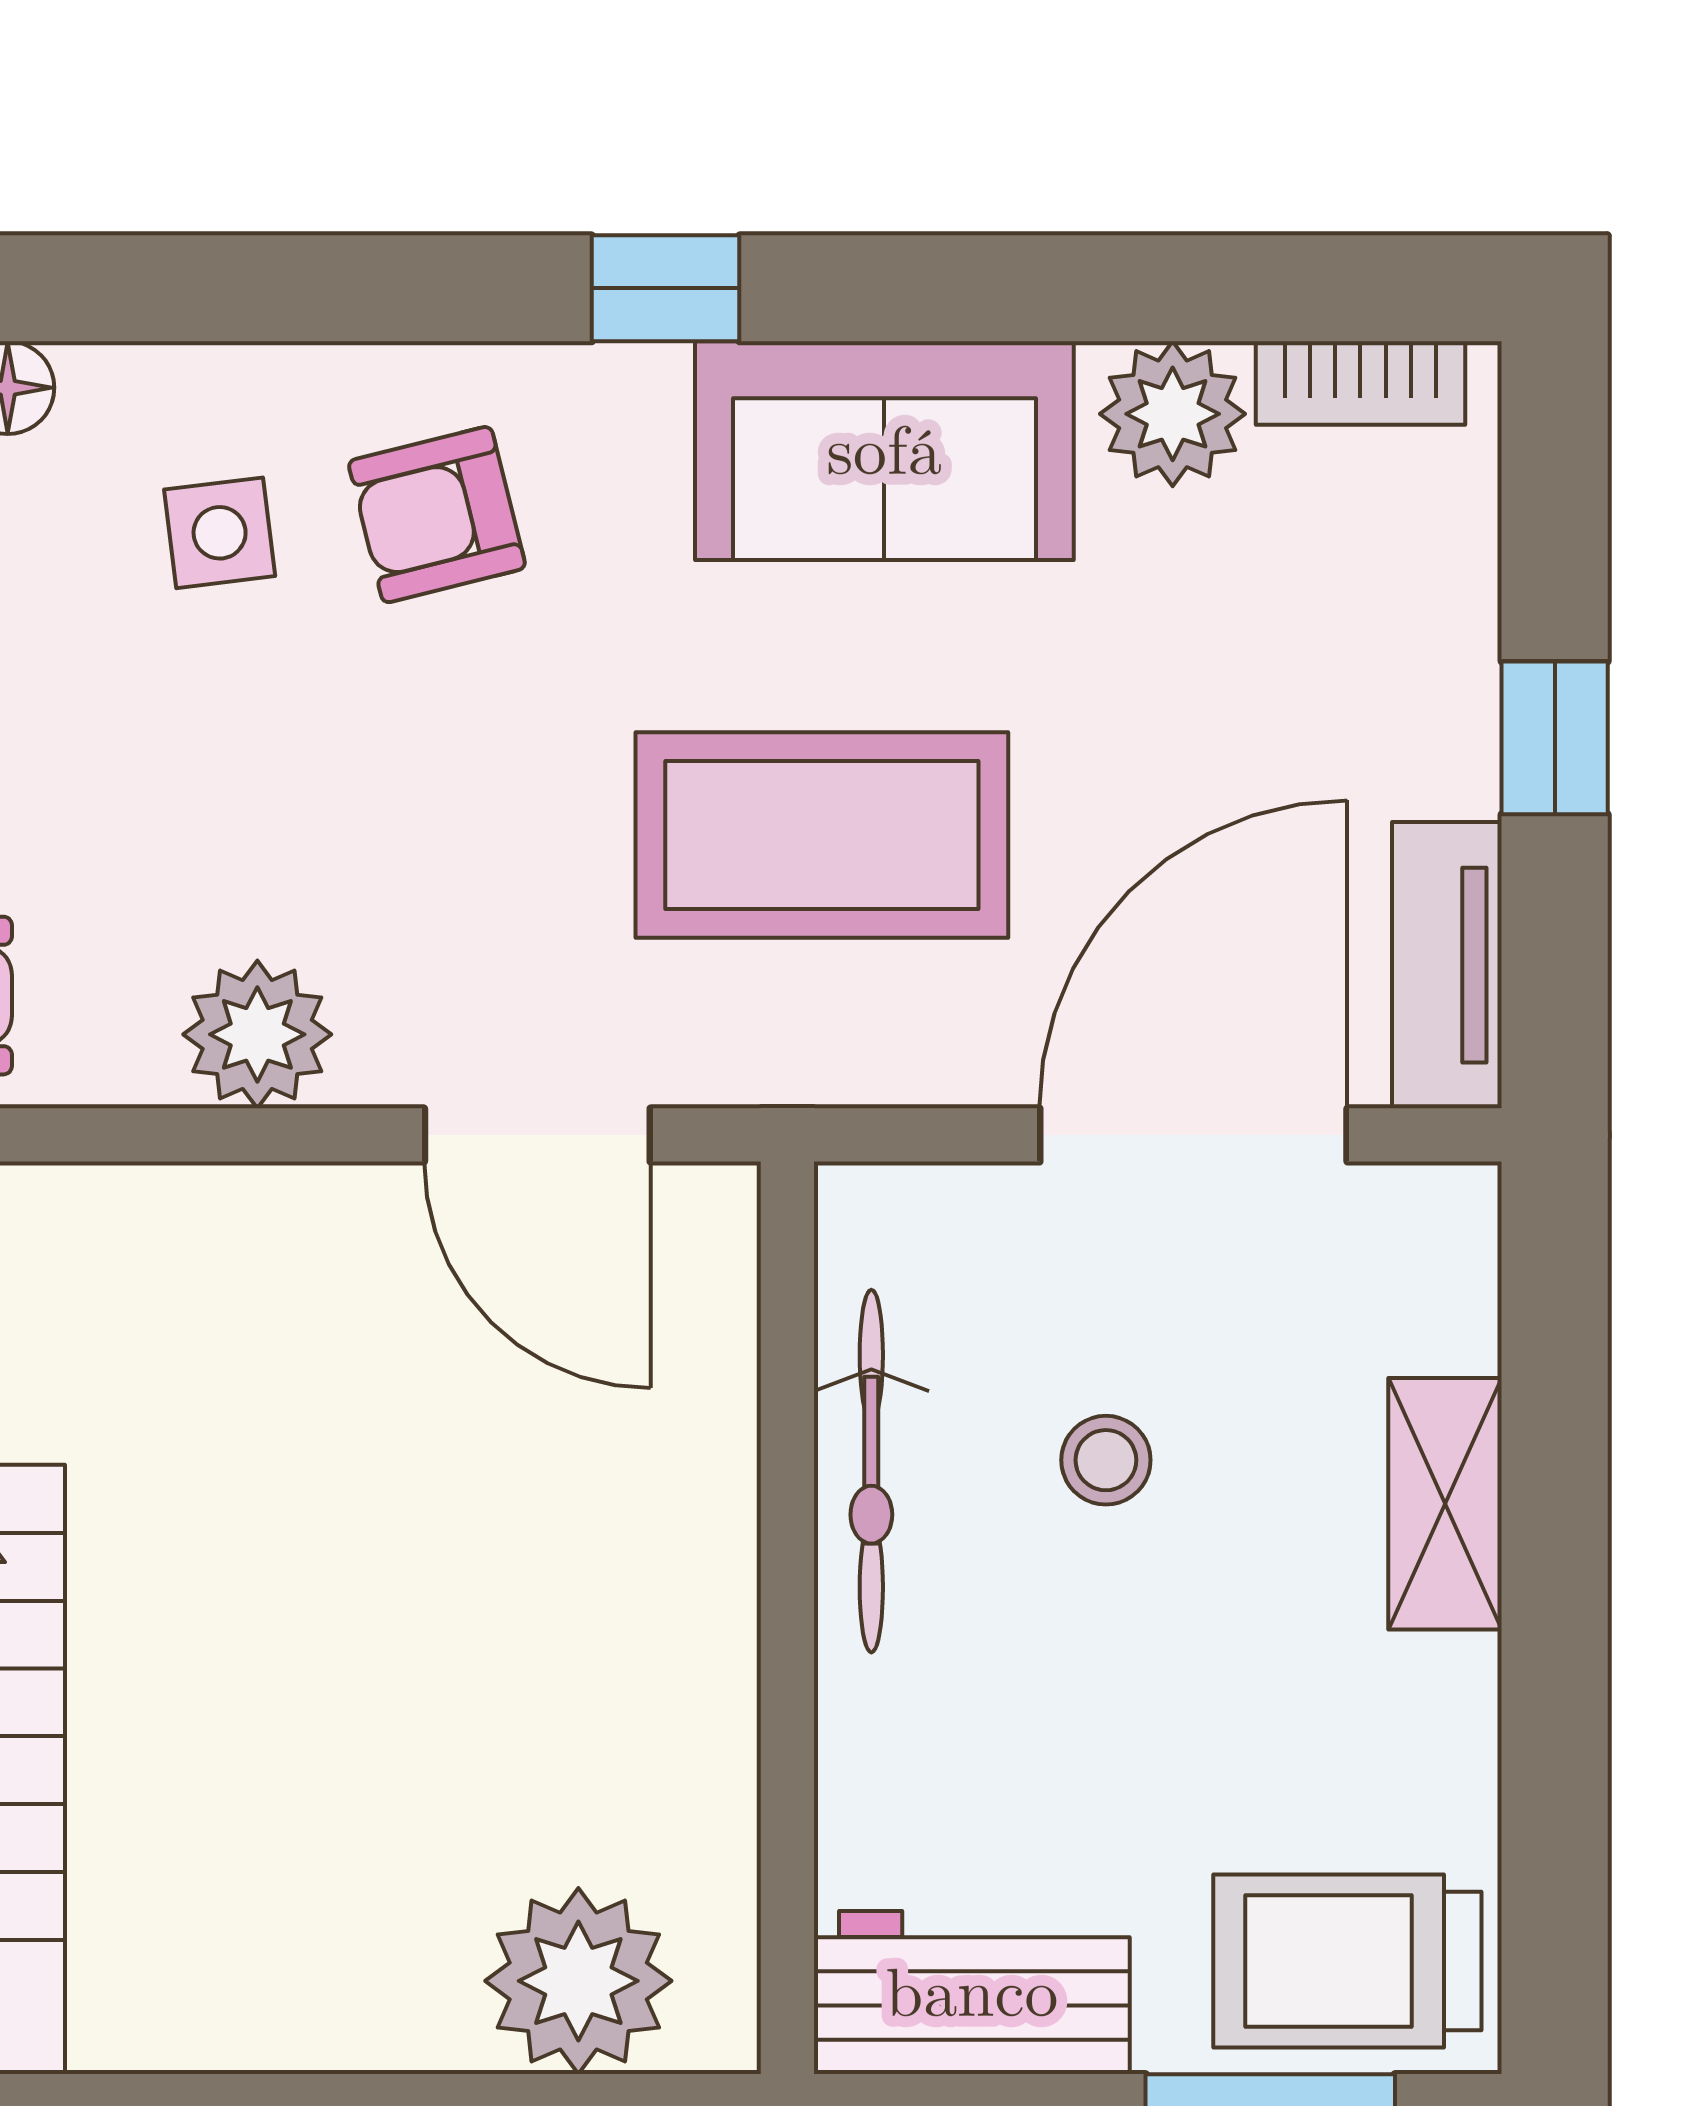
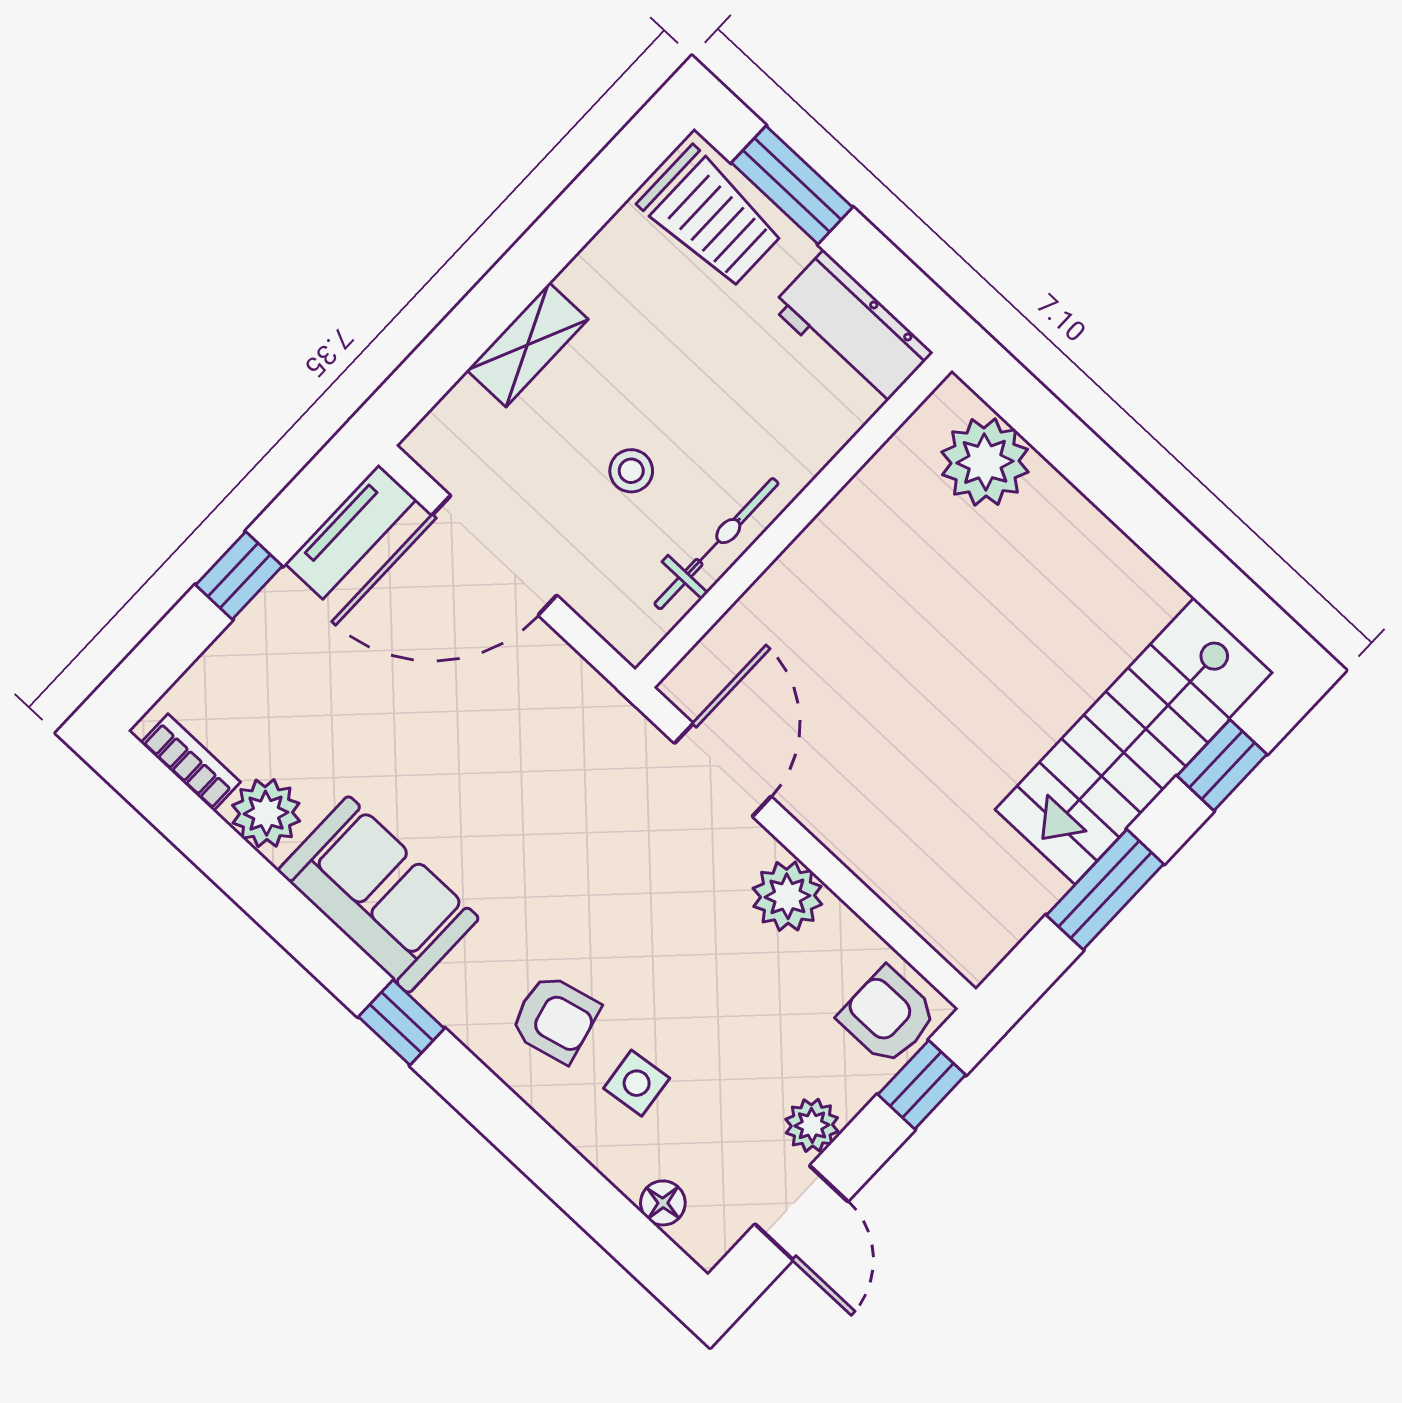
coffee table: (822, 835) -> (526, 781), removed

